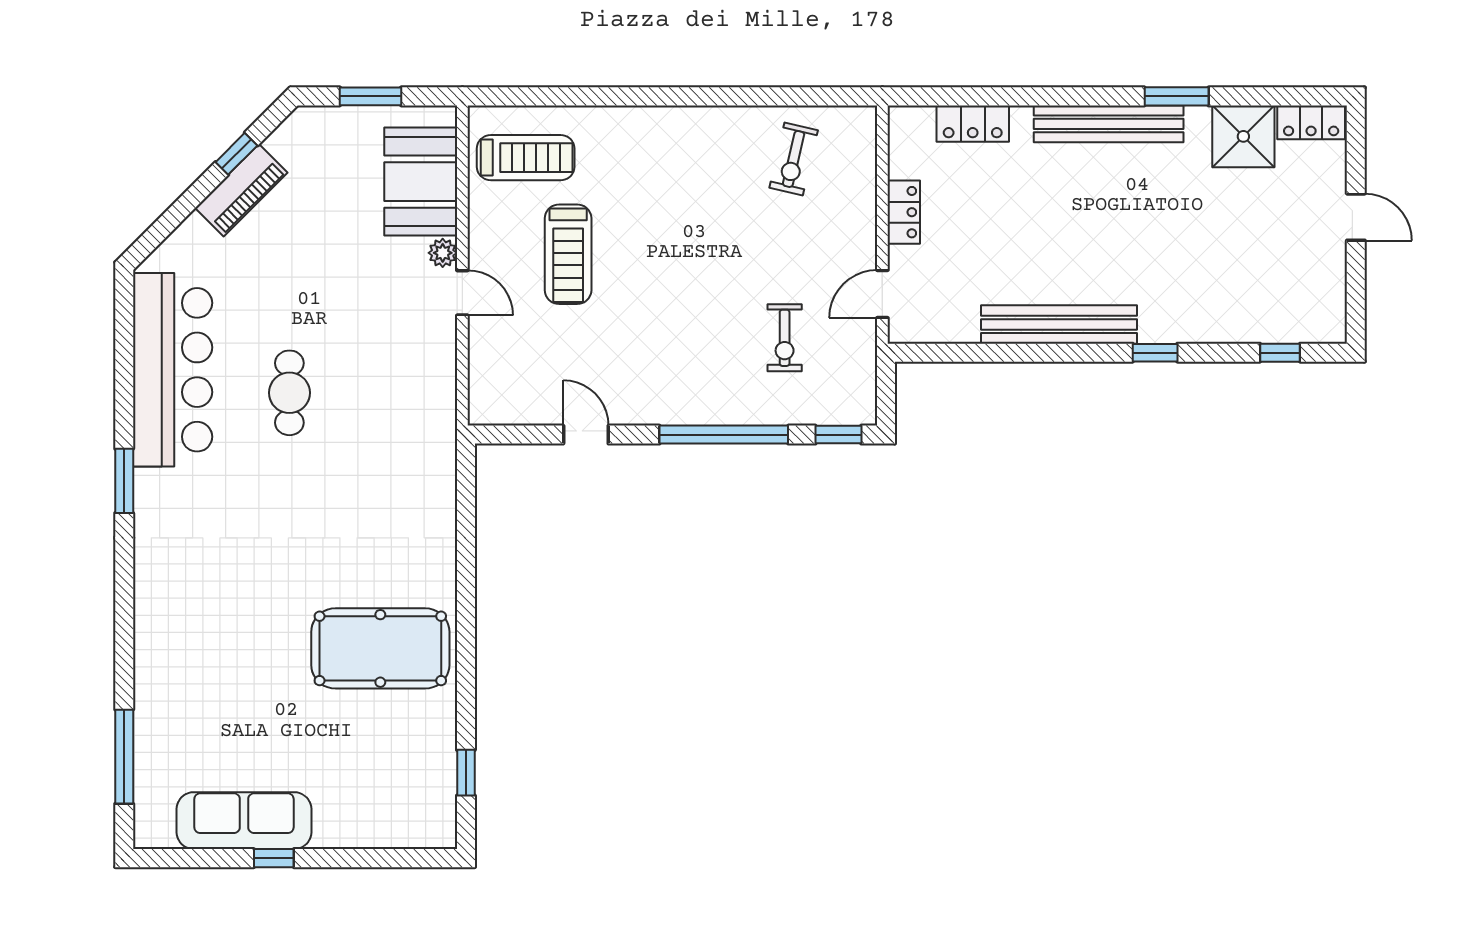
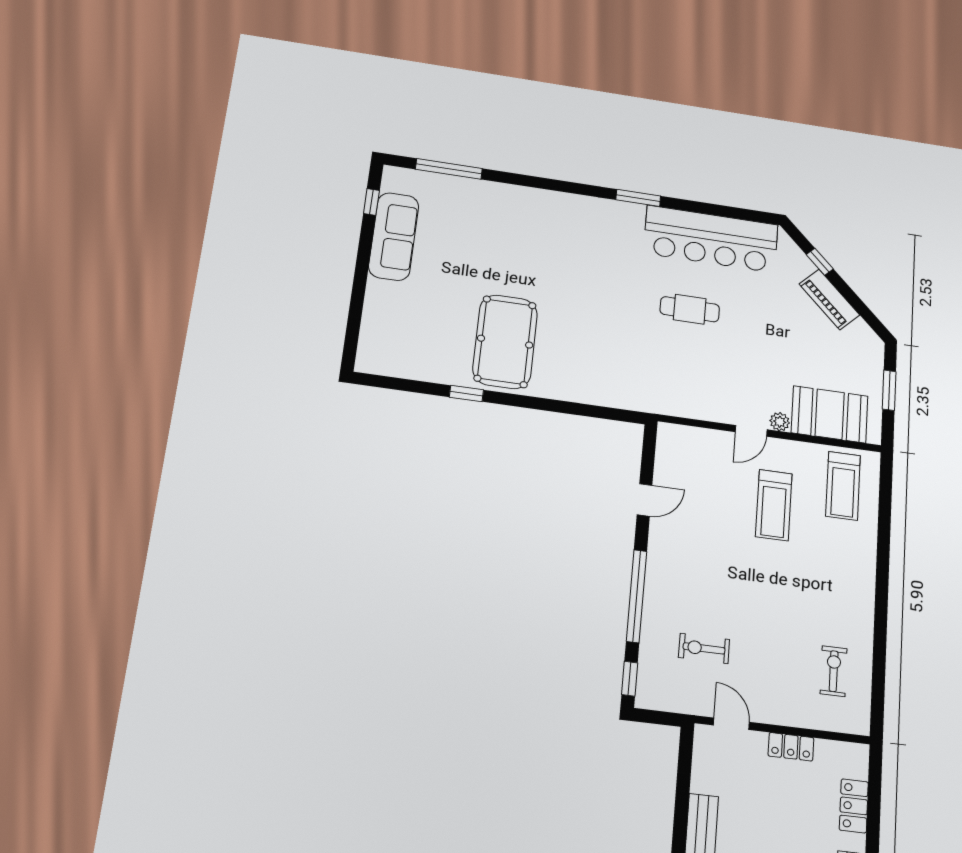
window: (236, 154) -> (820, 262), moved
exercise bike: (794, 159) -> (834, 671), turned 77
treadmill: (568, 254) -> (774, 505), turned -90
window: (466, 773) -> (466, 393), moved
window: (274, 858) -> (371, 202), moved

